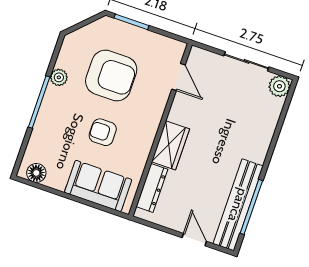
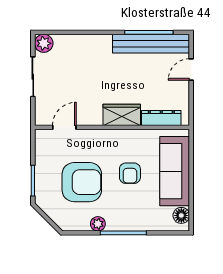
armchair: (111, 75) -> (82, 182), turned 90
sofa: (98, 186) -> (175, 171), width x1.36

